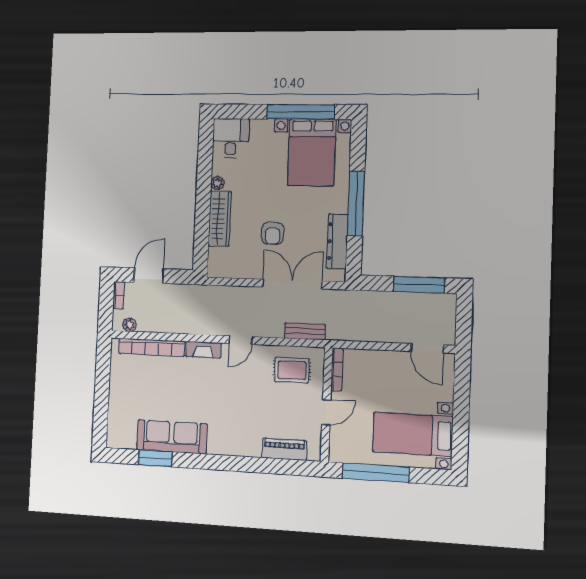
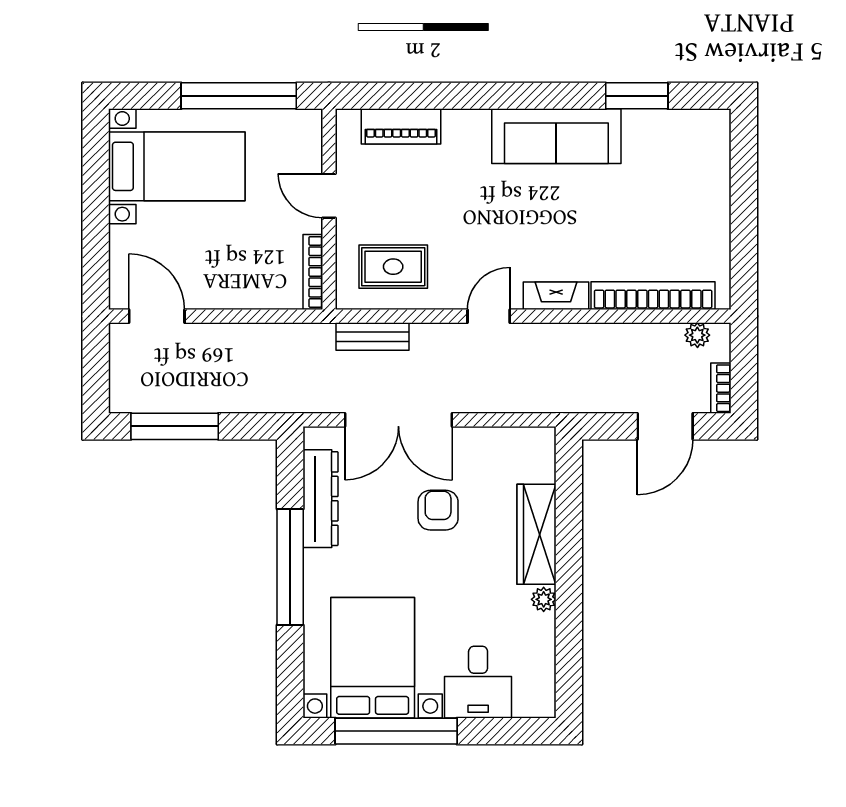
desk: (231, 138) -> (478, 682), moved
door: (326, 412) -> (329, 196), hinge flipped
sofa: (172, 437) -> (556, 136), moved

